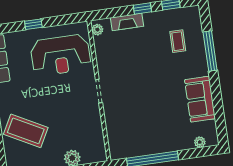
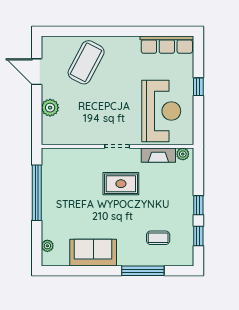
fireplace: (127, 22) -> (158, 155), moved, turned -90
reception desk: (61, 55) -> (161, 111), turned 180
rug: (133, 83) -> (121, 184), added

